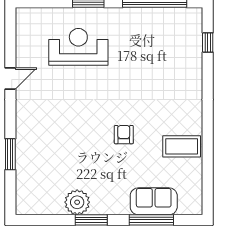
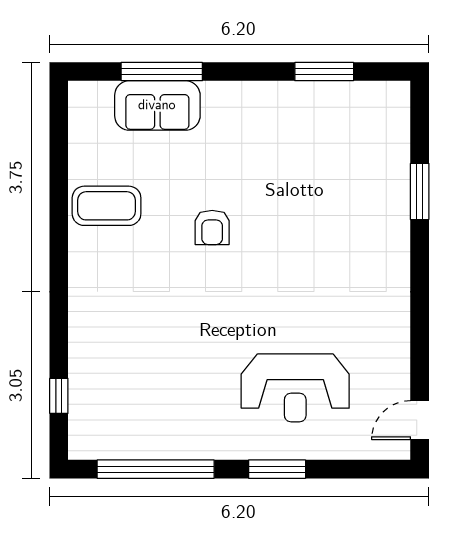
door: (10, 78) -> (420, 420), moved
plant: (77, 202) -> (297, 104), removed
window: (91, 220) -> (324, 72), moved

